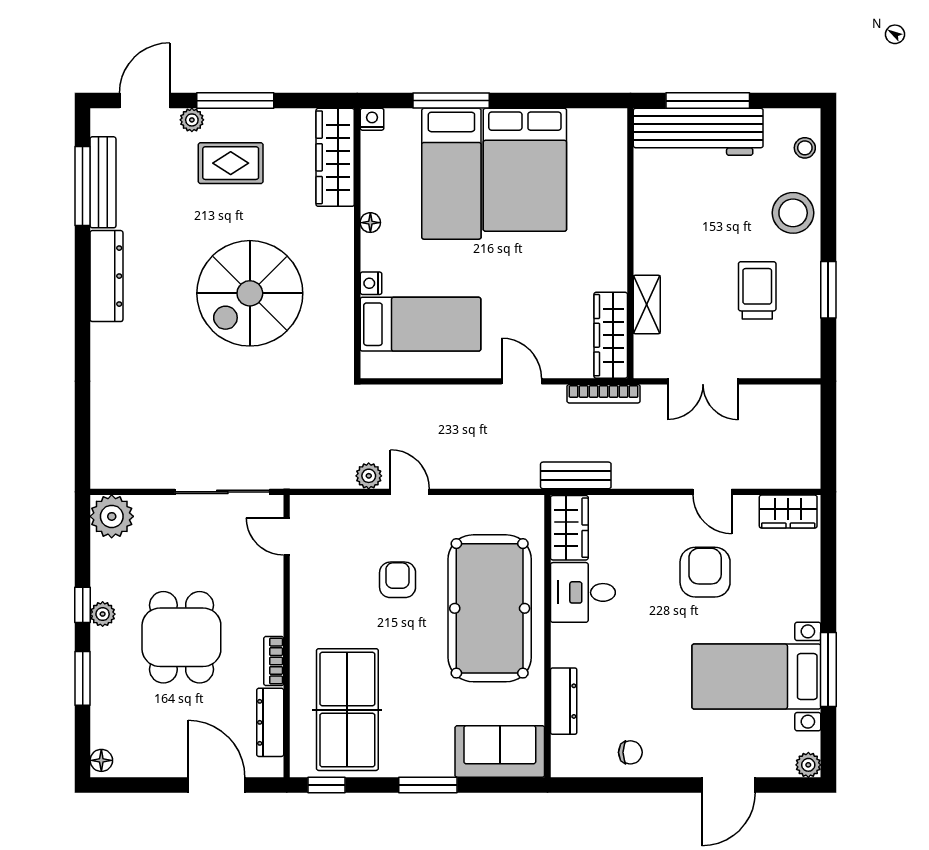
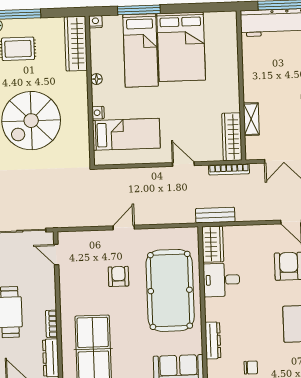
plant: (369, 476) -> (101, 219), removed
door: (410, 492) -> (124, 227), hinge flipped

